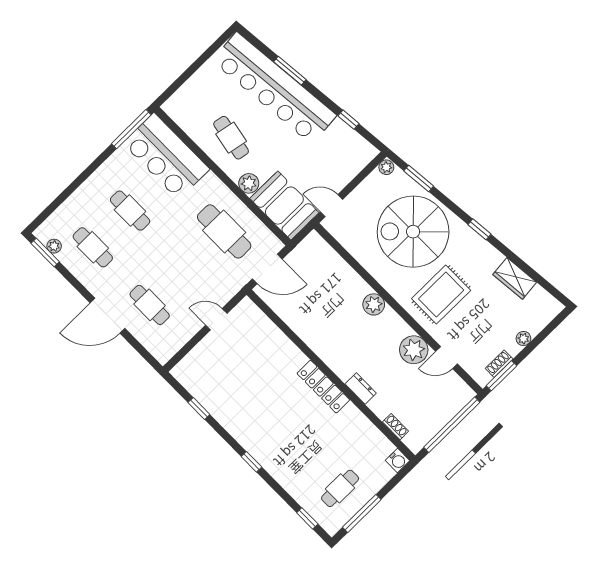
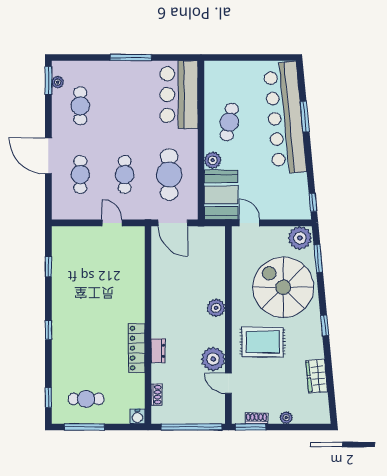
window: (349, 120) -> (313, 202), moved
window: (131, 129) -> (131, 57), moved
plant: (386, 167) -> (300, 238), width x1.88, depth x1.88
cafe table: (130, 211) -> (125, 175), moved
locker: (323, 387) -> (137, 348), moved

